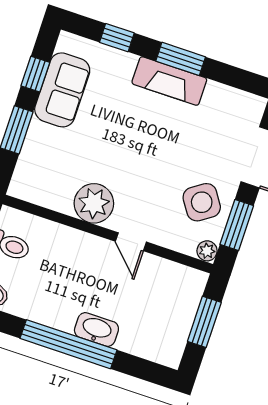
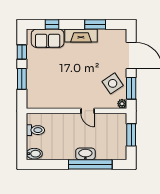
window: (181, 59) -> (95, 24), moved
sofa: (62, 90) -> (48, 38), moved, turned 90
plant: (94, 203) -> (66, 100), removed
window: (68, 344) -> (90, 164), moved

